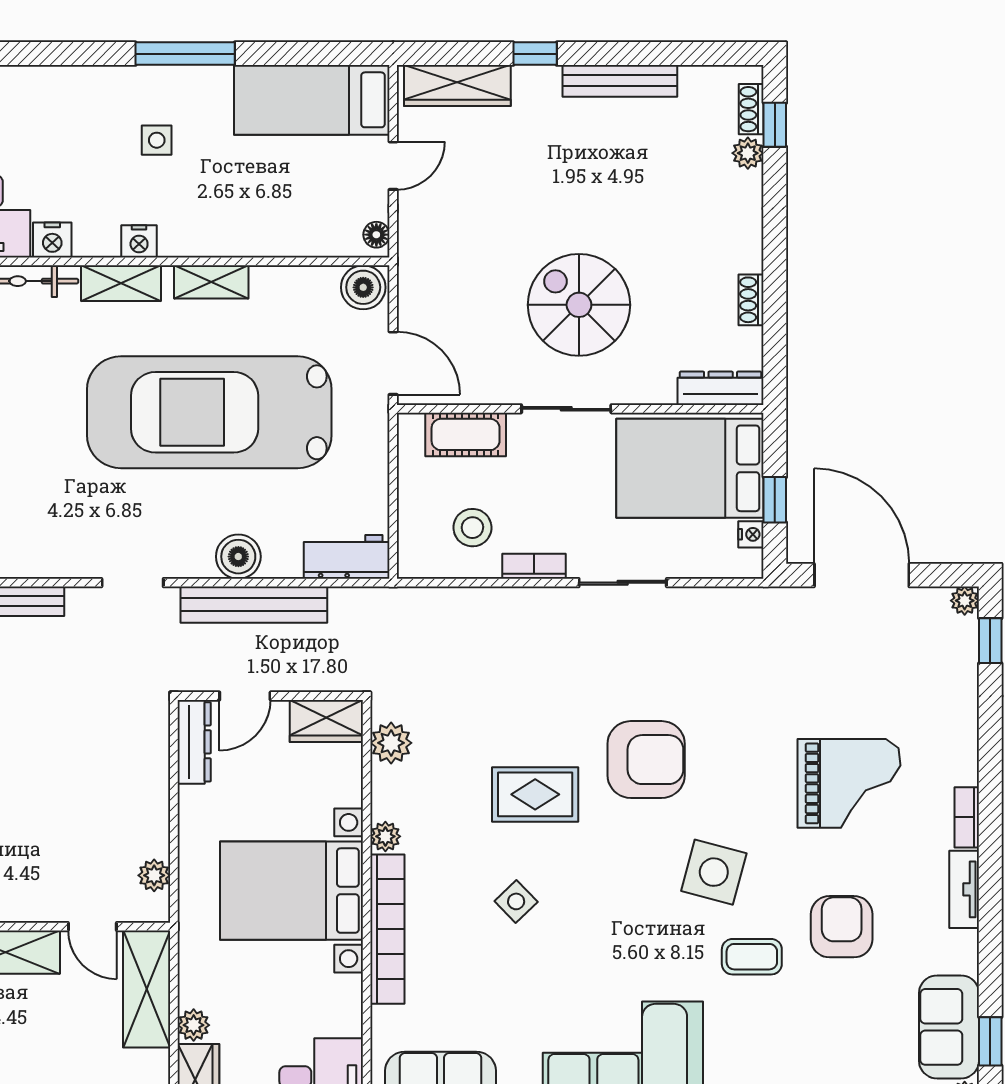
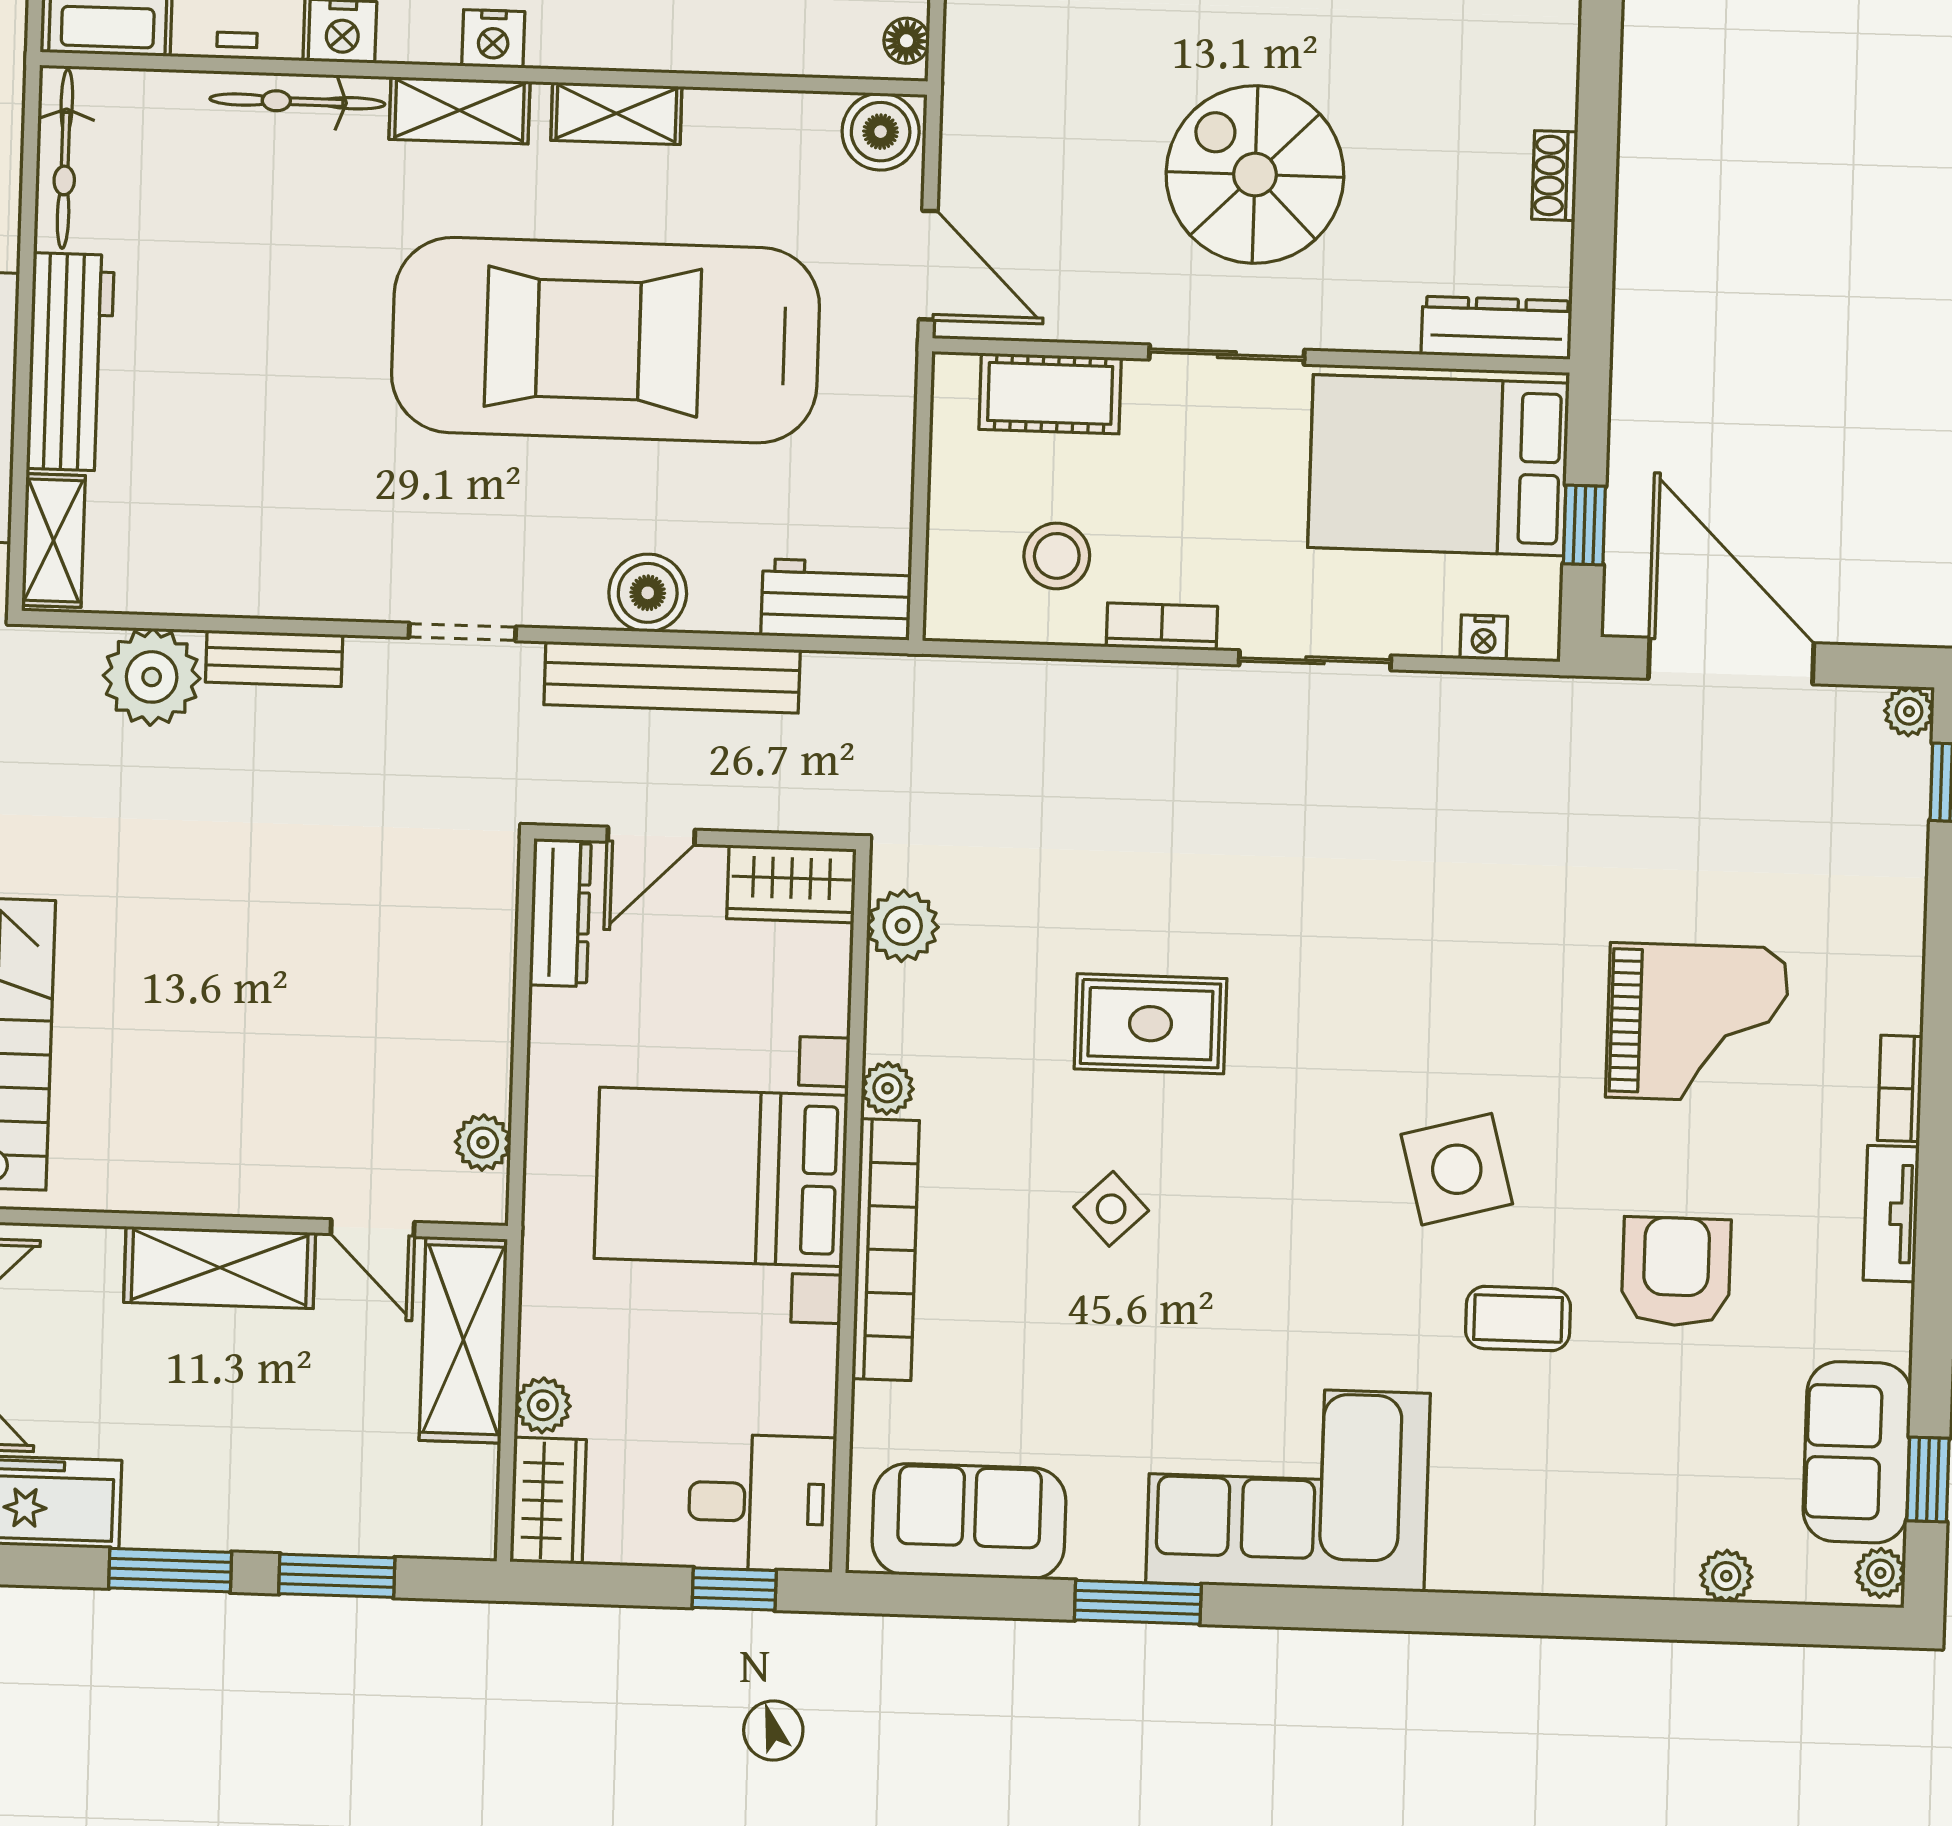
nightstand: (751, 534) -> (1484, 637), moved, turned 90
armchair: (646, 760) -> (1346, 969), removed
side table: (714, 872) -> (1457, 1169), turned -30

